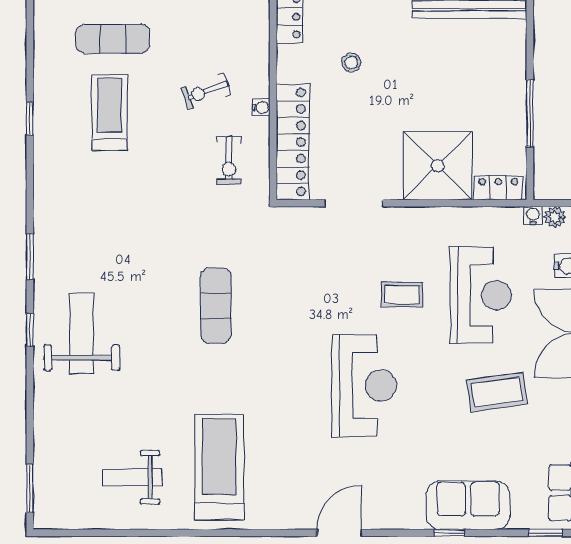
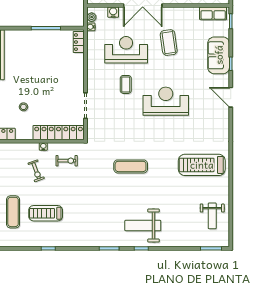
shower: (438, 166) -> (69, 69), removed
weight bench: (132, 477) -> (212, 216), moved
door: (339, 533) -> (231, 97), moved

